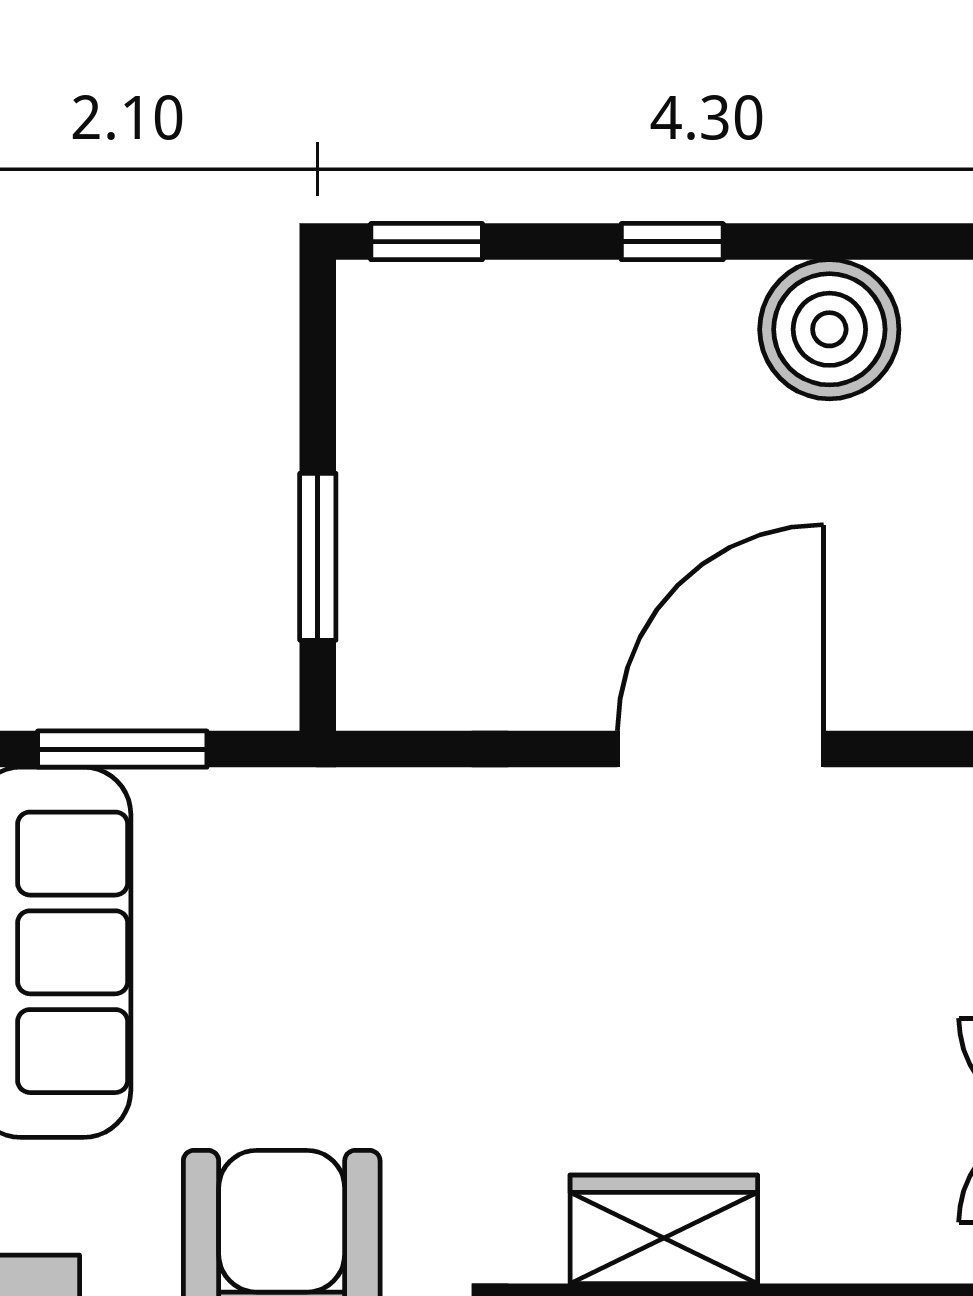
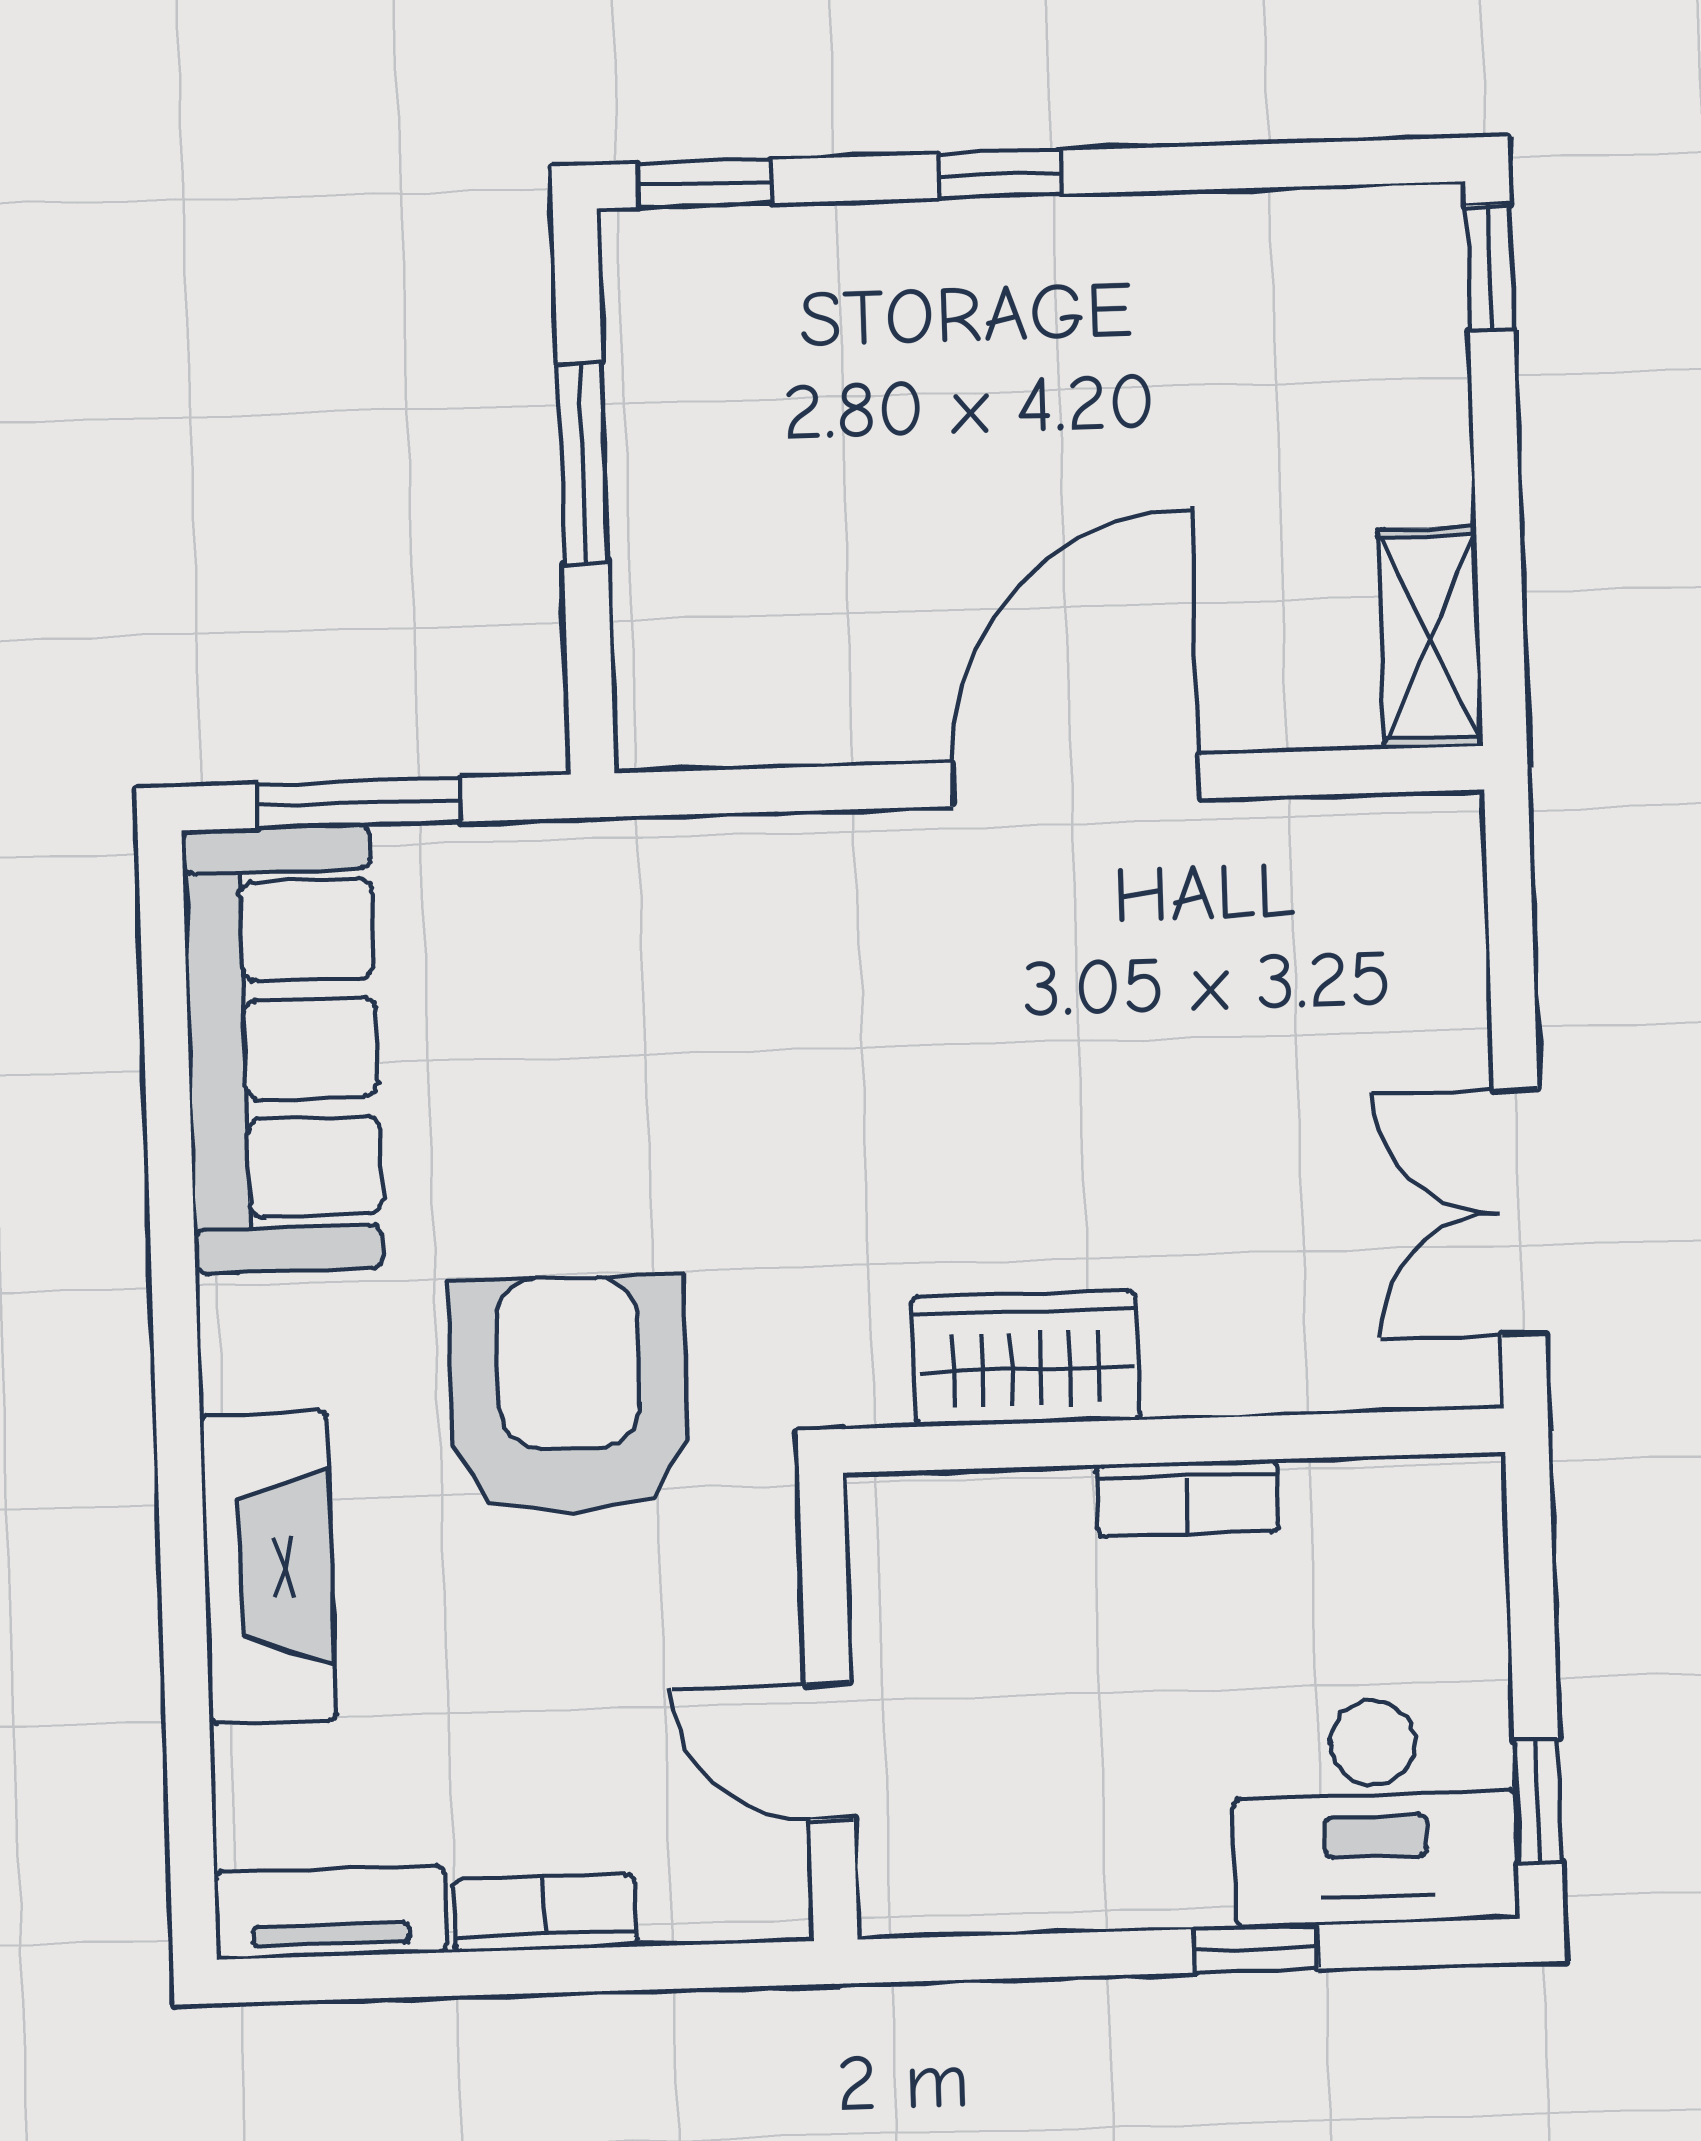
boiler: (829, 329) -> (1190, 273), removed
window: (318, 557) -> (583, 463), moved

